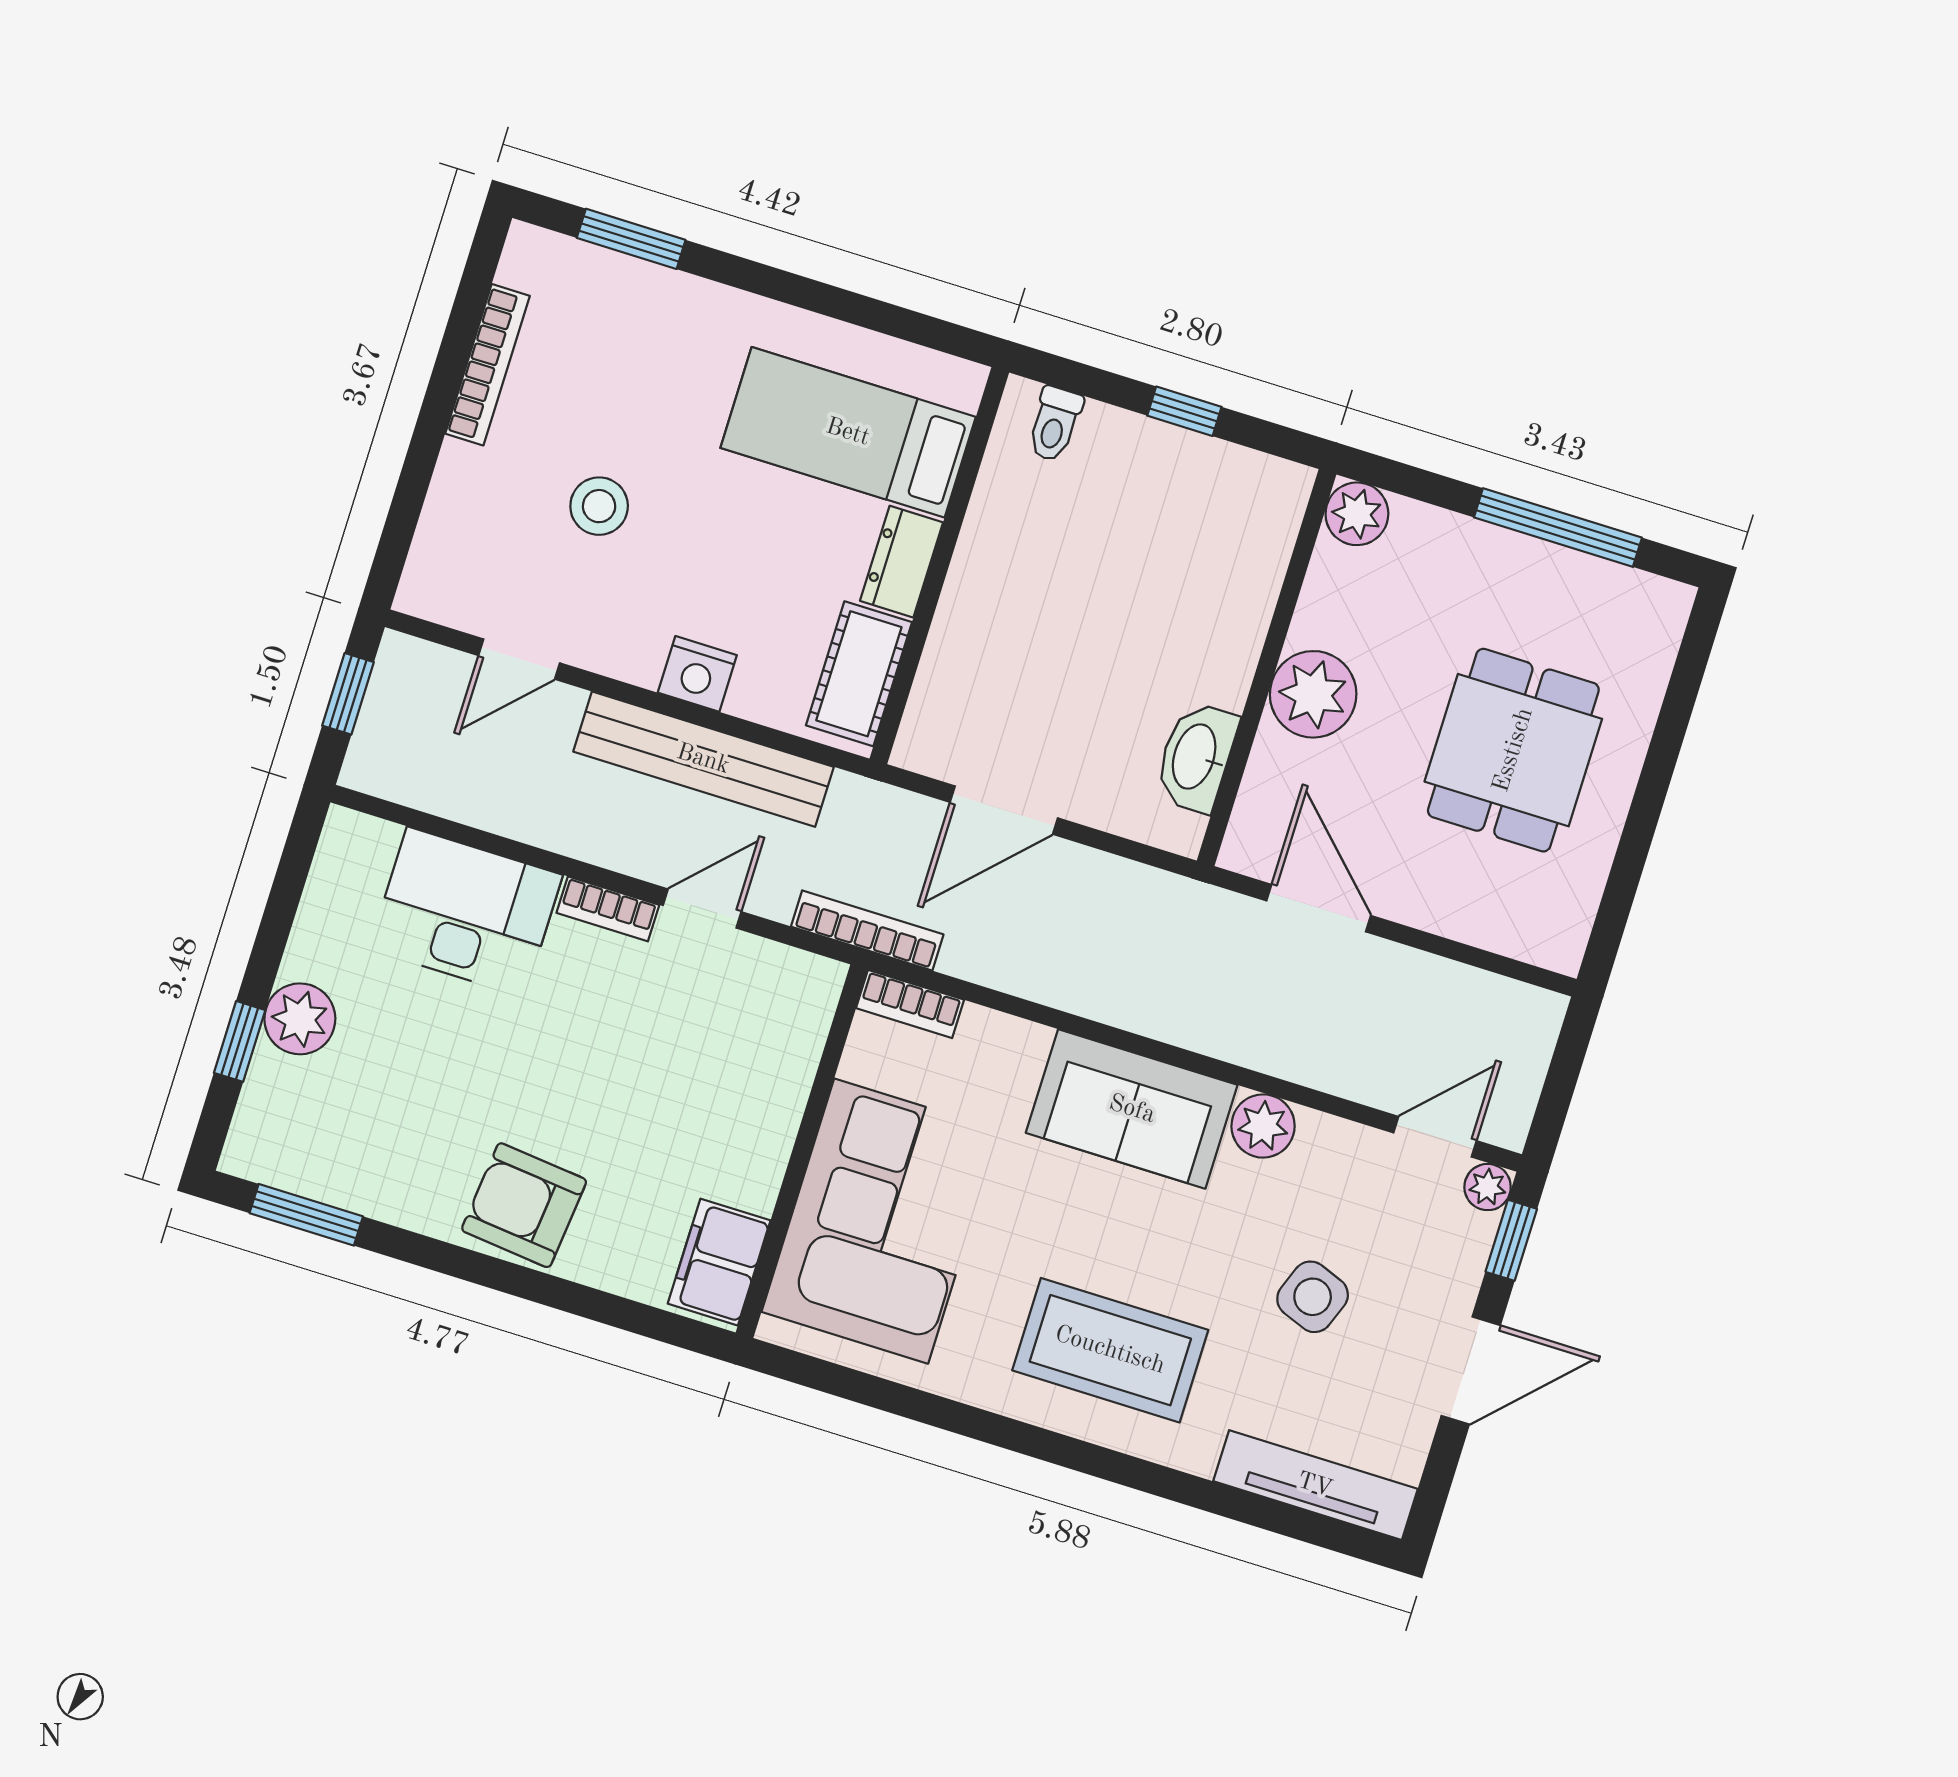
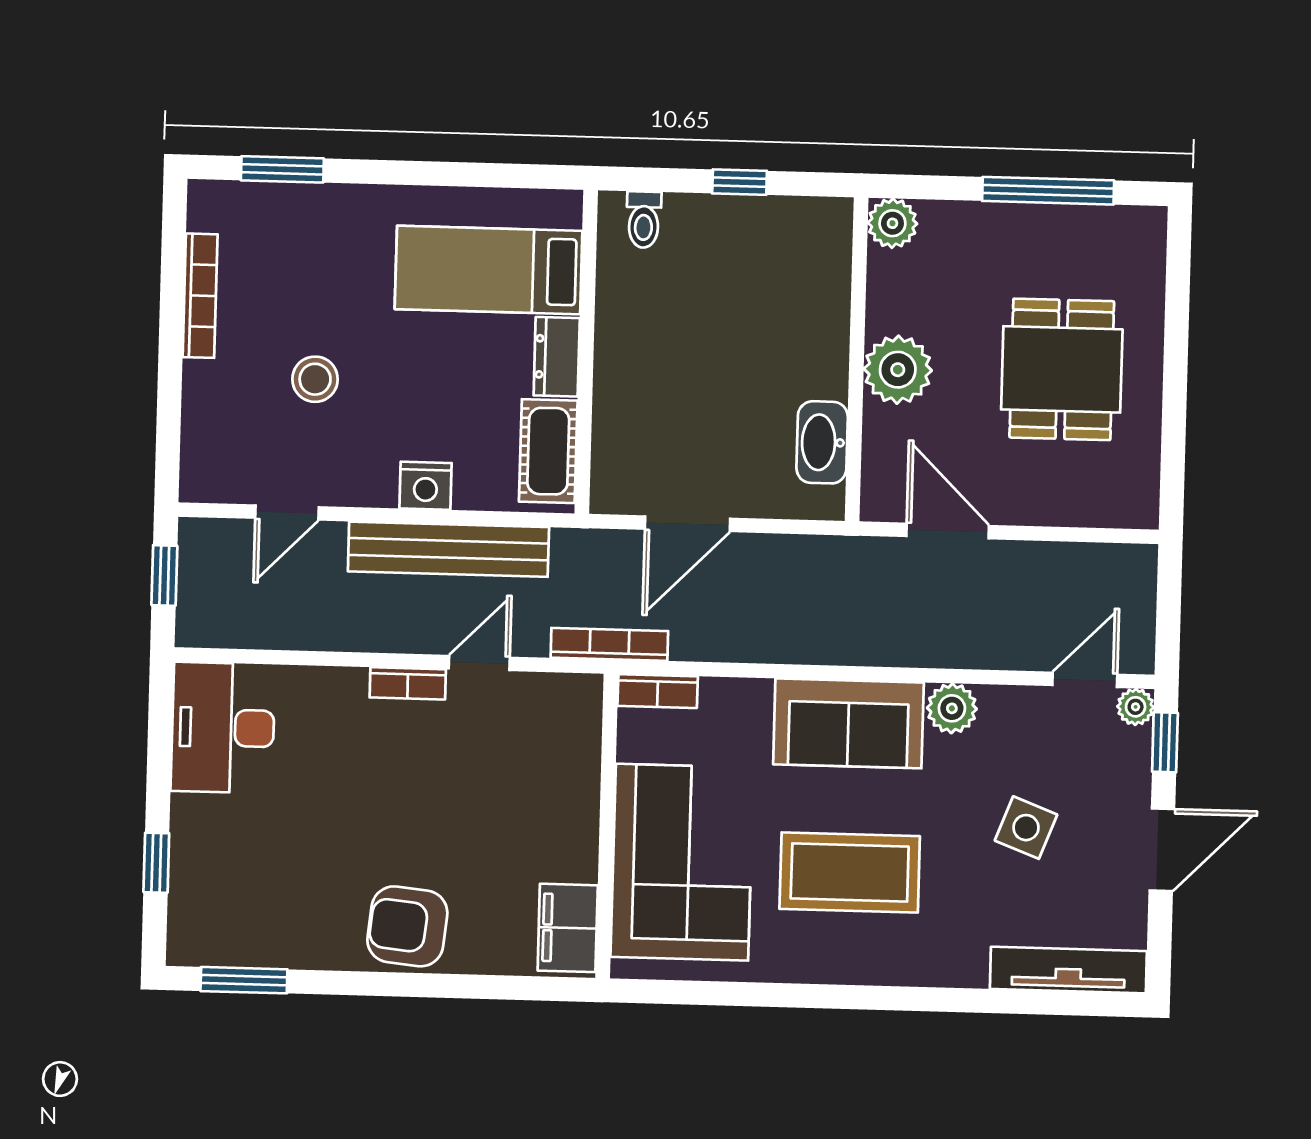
desk: (466, 912) -> (223, 728), moved, turned -90
plant: (300, 1019) -> (197, 833), removed
coffee table: (1110, 1350) -> (850, 872), moved

